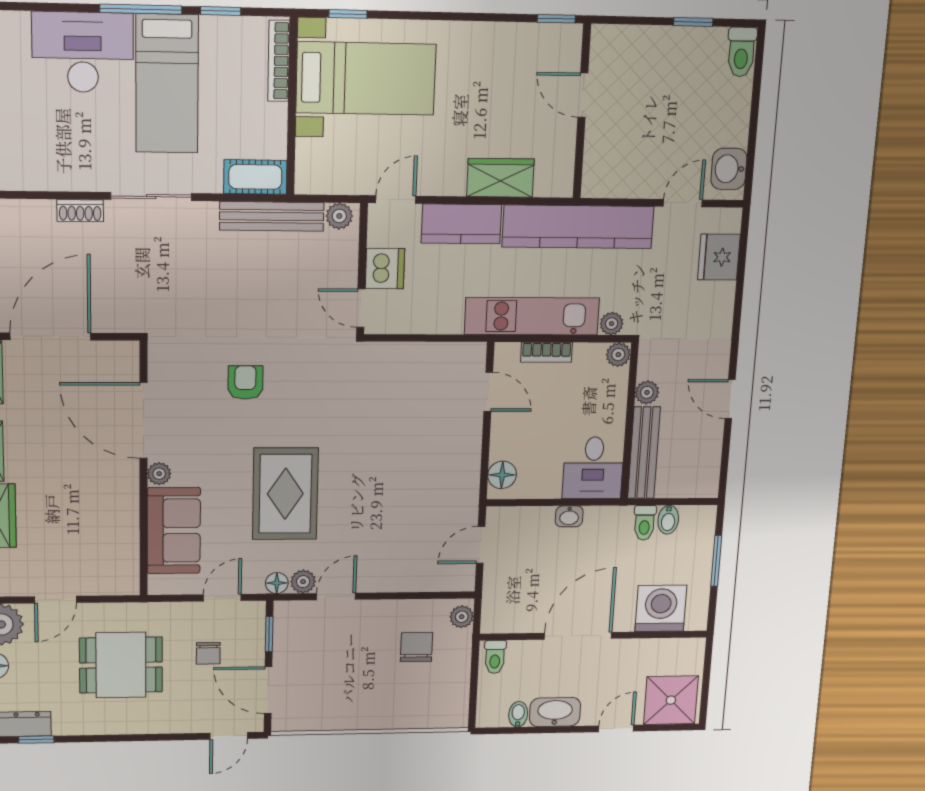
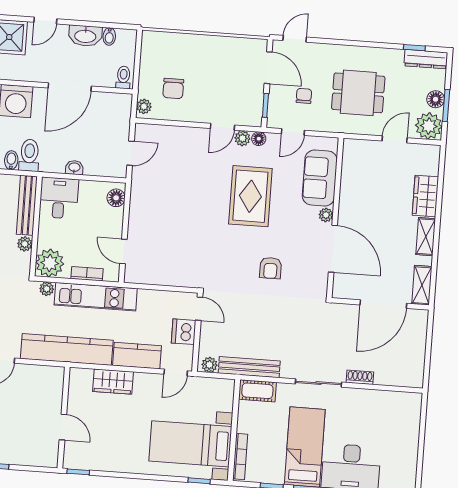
plant: (618, 355) -> (50, 263), width x1.87, depth x1.87
toilet: (645, 523) -> (29, 155), width x1.37, depth x1.39

